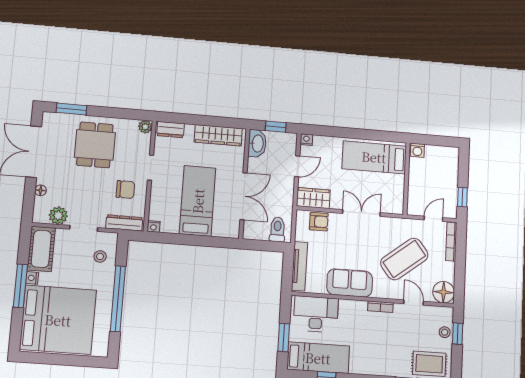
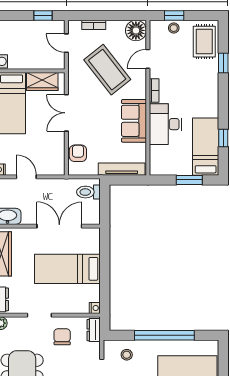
wardrobe: (313, 198) -> (42, 81), moved, turned -90
dresser: (124, 223) -> (94, 330), width x0.70
bookcase: (451, 242) -> (94, 25), width x0.64
desk: (316, 314) -> (165, 124), moved

